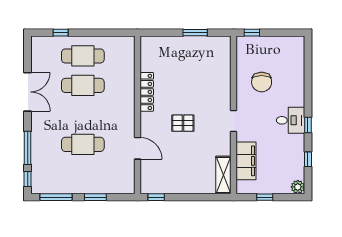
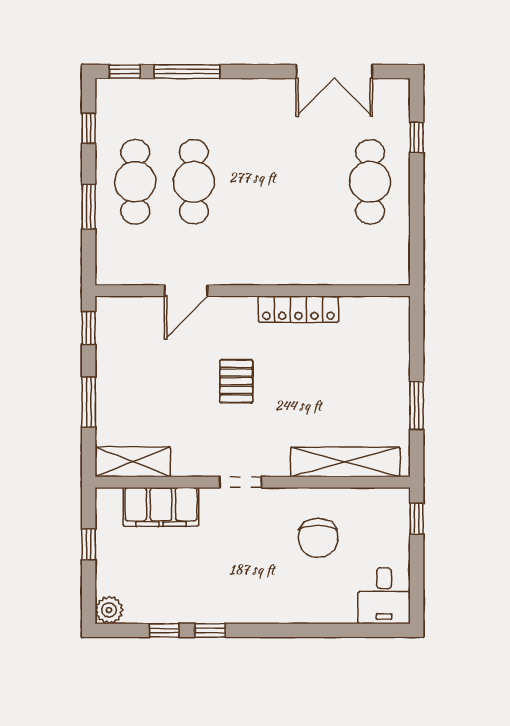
shelving: (223, 68) -> (345, 462), added
chair: (262, 82) -> (318, 538), turned -90
cafe table: (83, 85) -> (135, 182), moved
double door: (28, 92) -> (334, 72), moved
desk: (291, 120) -> (384, 596), moved
window: (308, 125) -> (210, 630), moved
window: (56, 197) -> (89, 128), width x0.46
window: (193, 197) -> (89, 402), added

